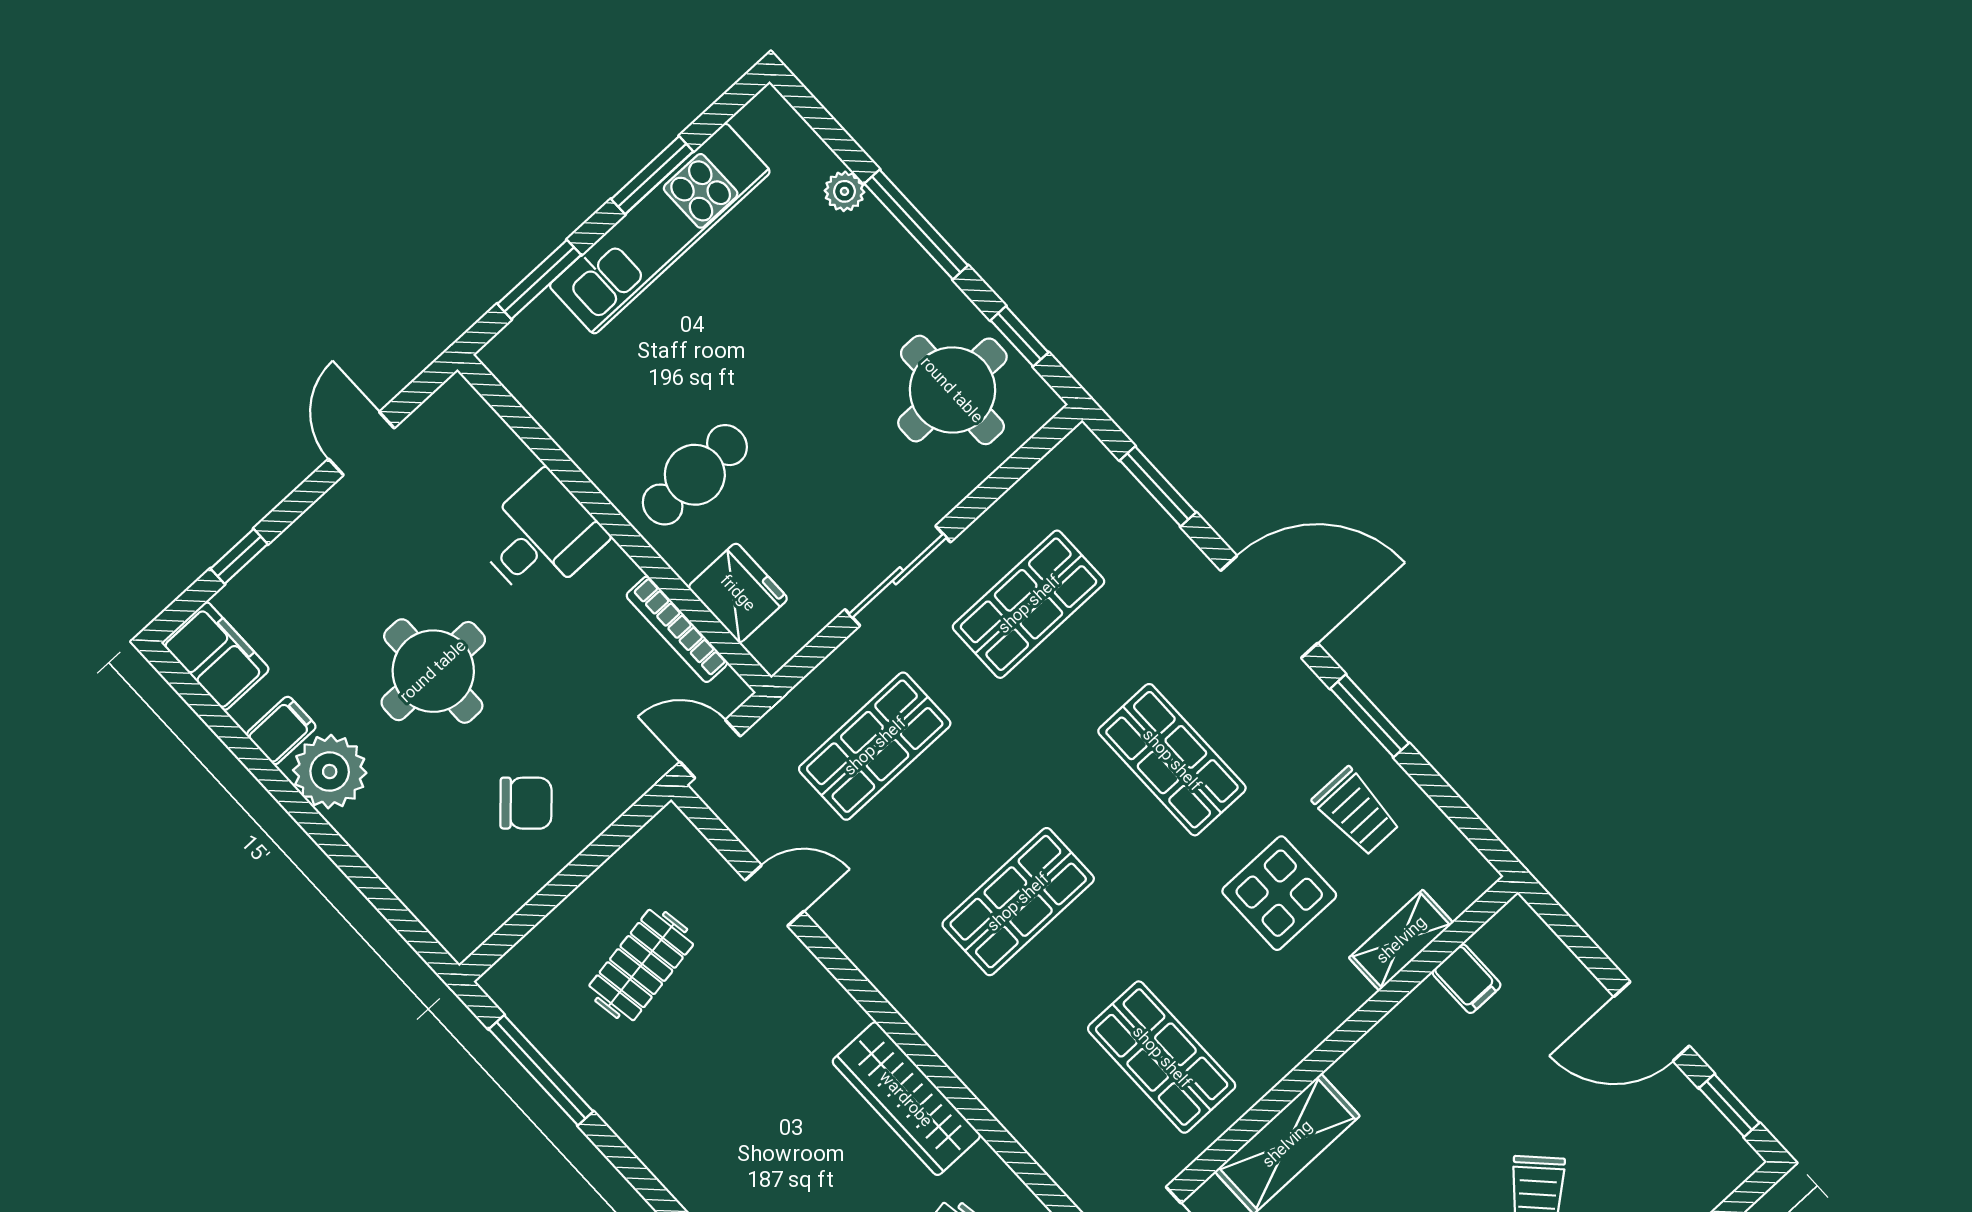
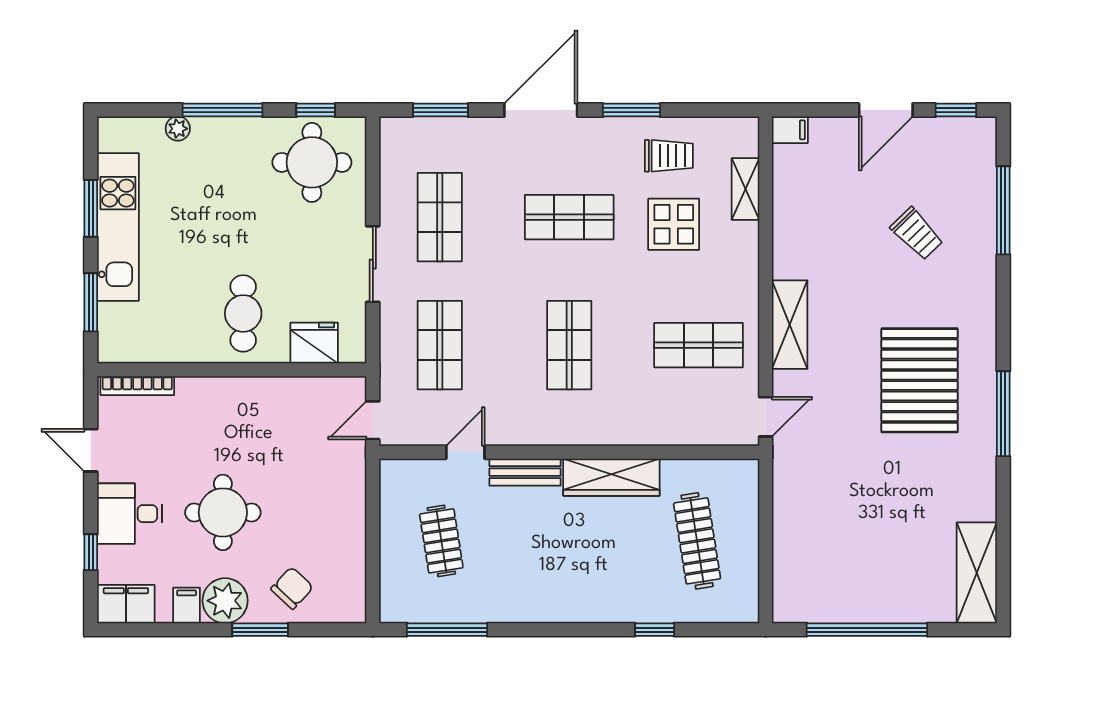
desk: (540, 537) -> (130, 514), moved, turned -90
bookcase: (677, 629) -> (137, 386), moved
chair: (526, 803) -> (292, 588), moved
window: (334, 846) -> (260, 630), added
filing cabinet: (1467, 979) -> (790, 130), moved
bench: (817, 989) -> (525, 472), added

